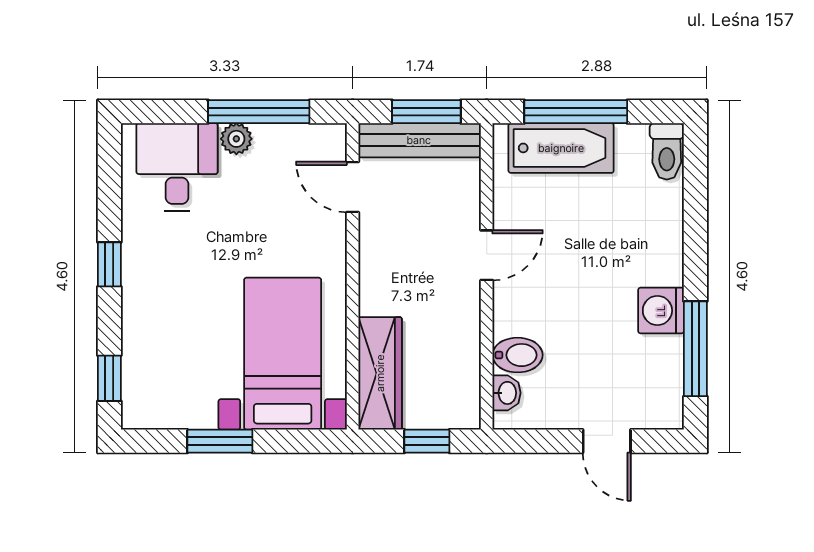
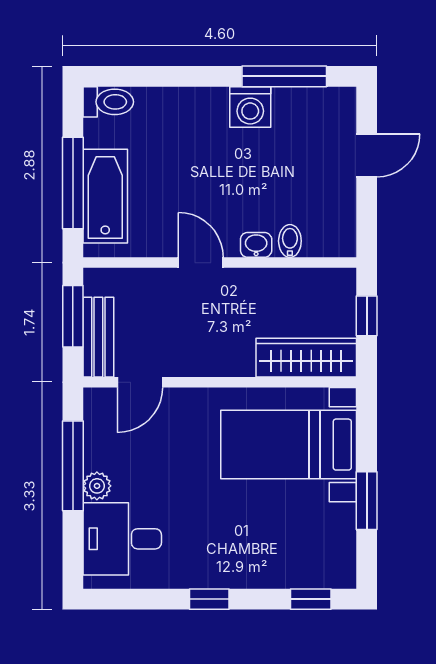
bench: (419, 140) -> (98, 337), width x0.73
bidet: (517, 355) -> (290, 241), width x0.72, depth x0.74
washbasin: (506, 393) -> (256, 245), moved

